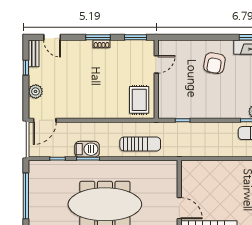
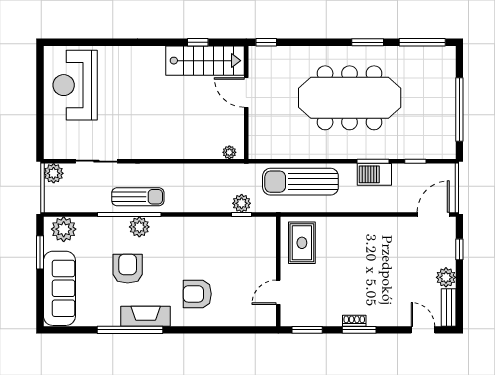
armchair: (214, 63) -> (197, 294), turned -100
window: (26, 68) -> (459, 249), moved
plant: (36, 91) -> (446, 277), moved
plant: (183, 128) -> (242, 203), added
sun lounger: (140, 144) -> (300, 182), width x1.36, depth x1.34
plant: (191, 165) -> (229, 152), added

